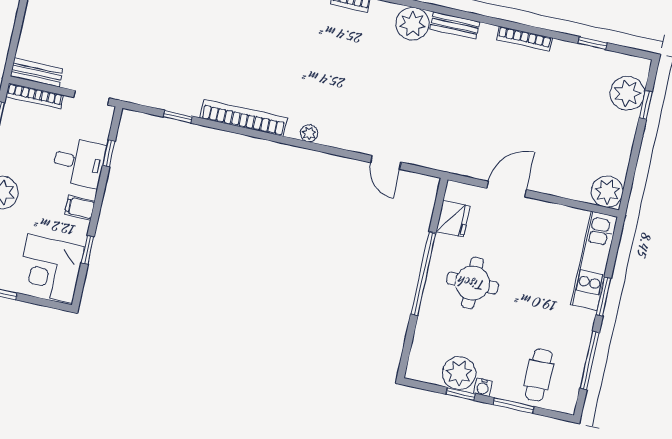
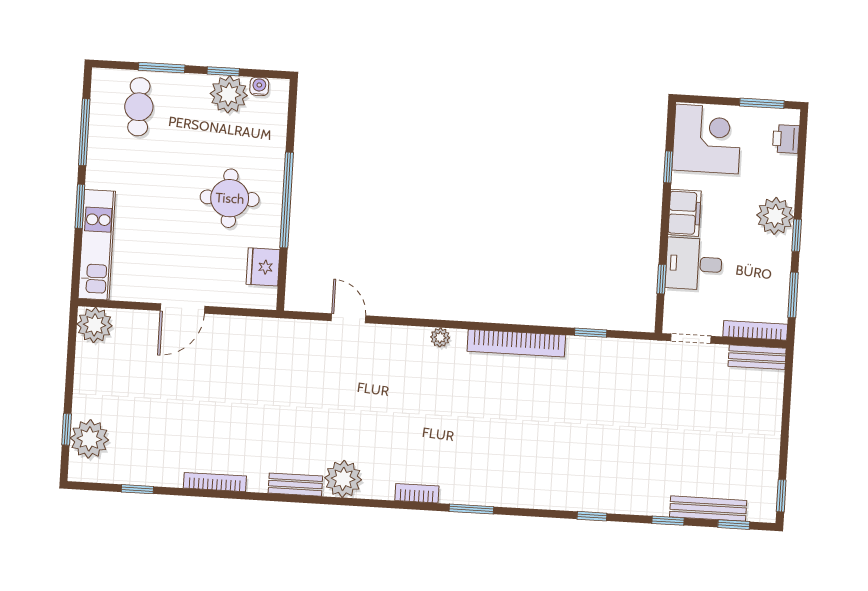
door: (507, 189) -> (183, 308), moved
filing cabinet: (80, 208) -> (685, 213), width x2.00
water cooler: (483, 387) -> (259, 86), moved

